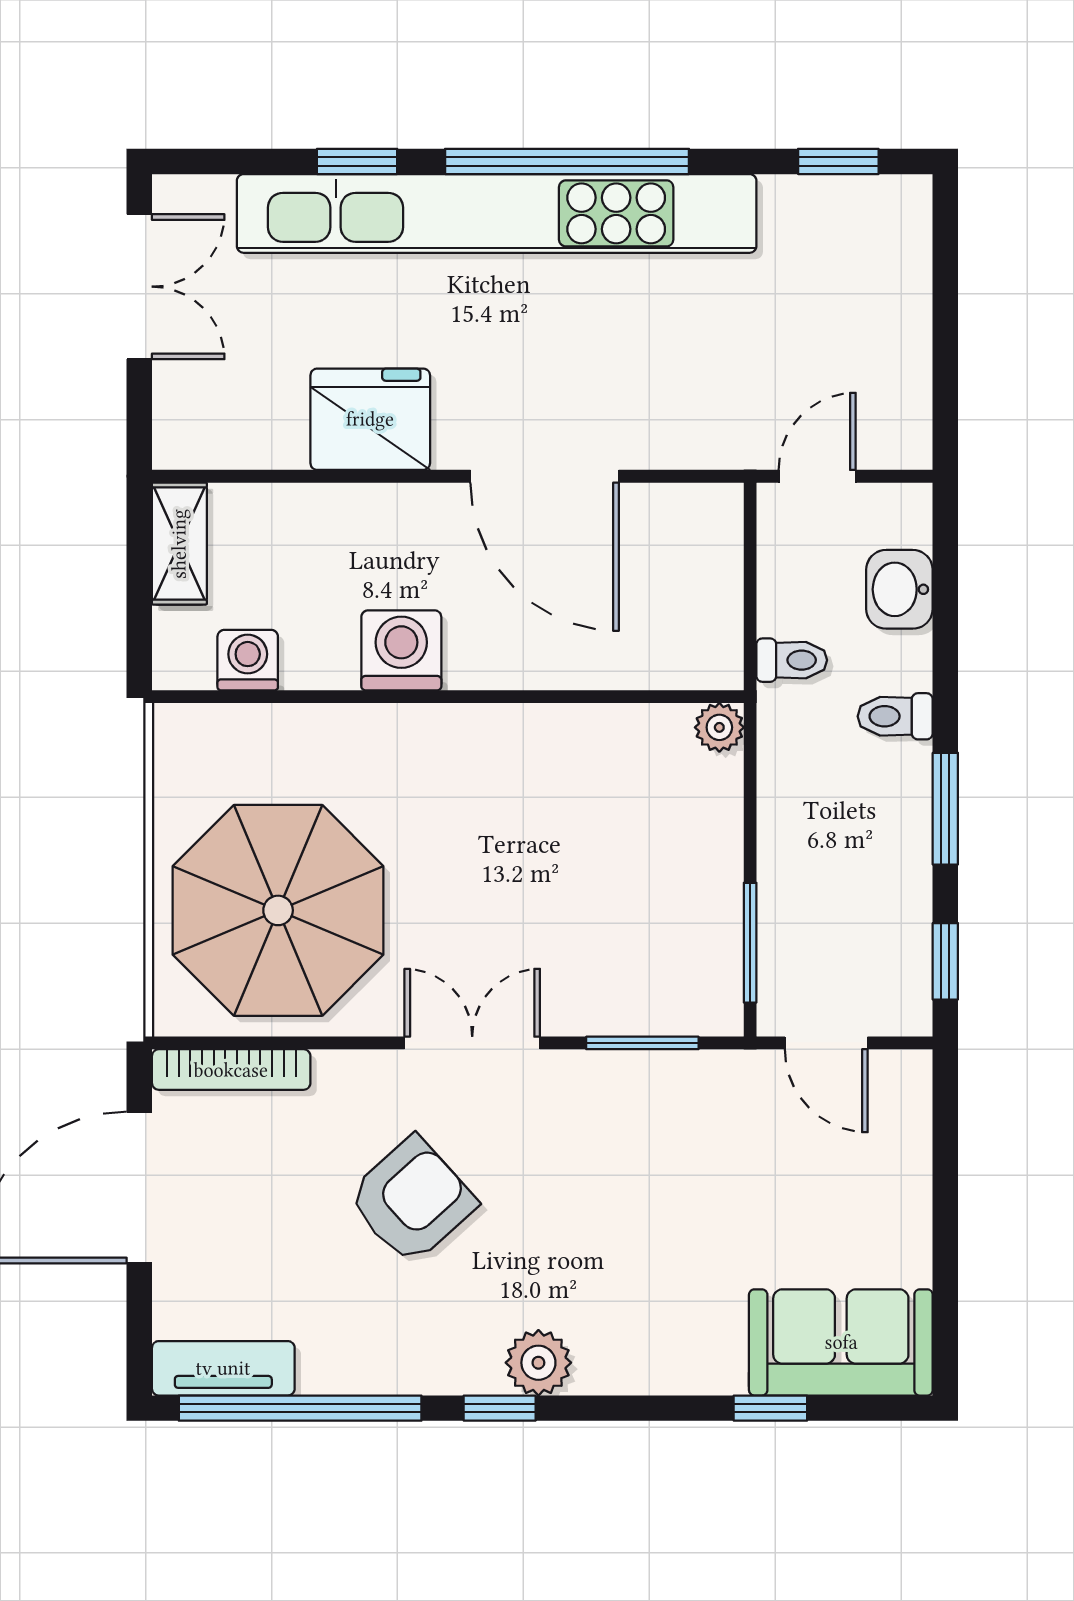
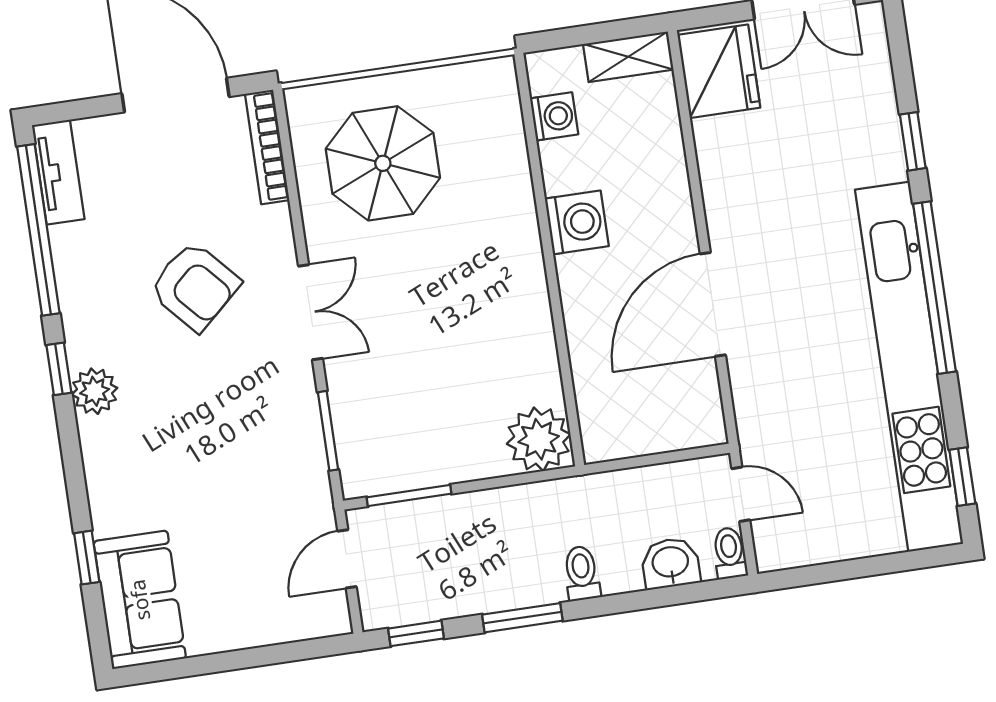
kitchen unit: (497, 213) -> (909, 367), moved
fridge: (370, 419) -> (719, 71), moved
toilet: (792, 660) -> (730, 553), moved, turned 180
plant: (719, 727) -> (539, 439), width x1.88, depth x1.88
parasol: (278, 910) -> (383, 163), width x0.73, depth x0.73

